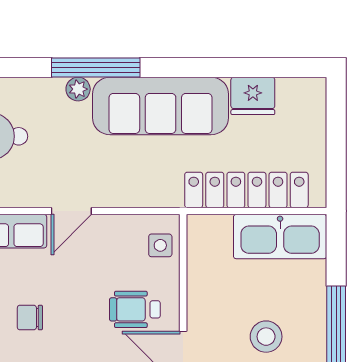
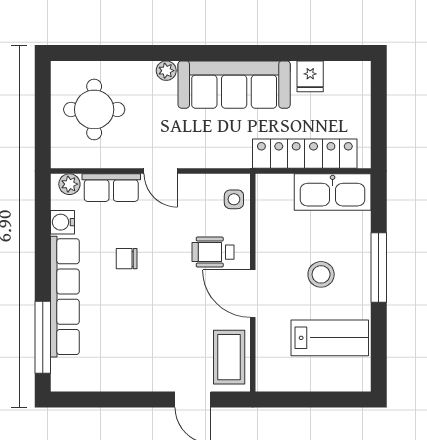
window: (96, 68) -> (181, 53), removed
fridge: (253, 96) -> (310, 76), width x0.72
door: (71, 211) -> (161, 171), hinge flipped

